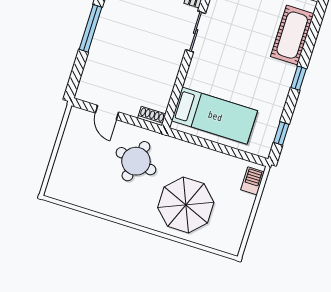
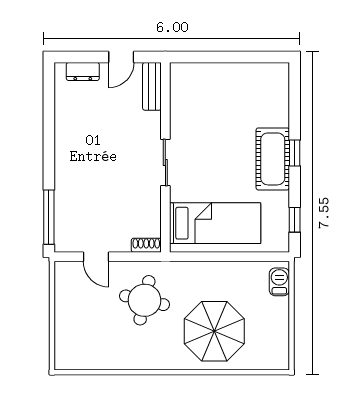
window: (91, 28) -> (49, 217), moved
sliding door: (196, 32) -> (165, 162), moved
cot: (292, 35) -> (273, 159), moved

